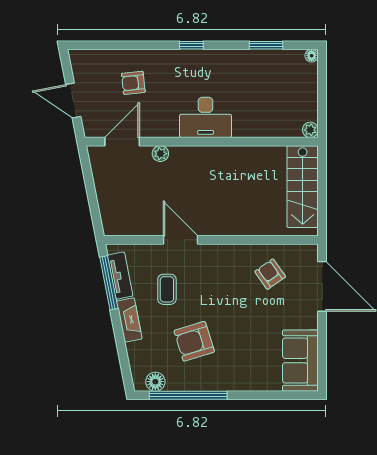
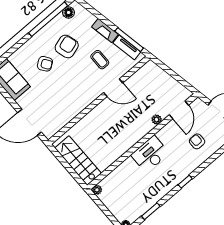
armchair: (133, 83) -> (197, 141), turned -84
armchair: (270, 274) -> (45, 64), moved

